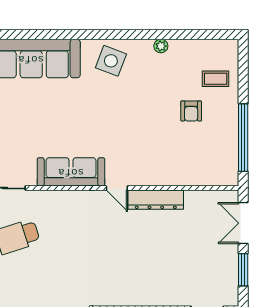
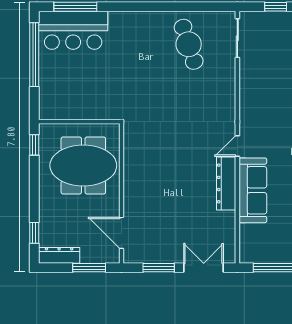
sofa: (71, 172) -> (253, 190), moved

